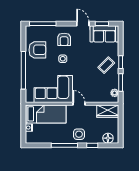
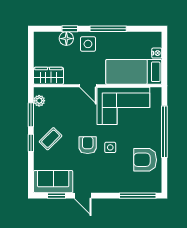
armchair: (64, 39) -> (88, 145), moved
floor lamp: (108, 138) -> (66, 39), moved

